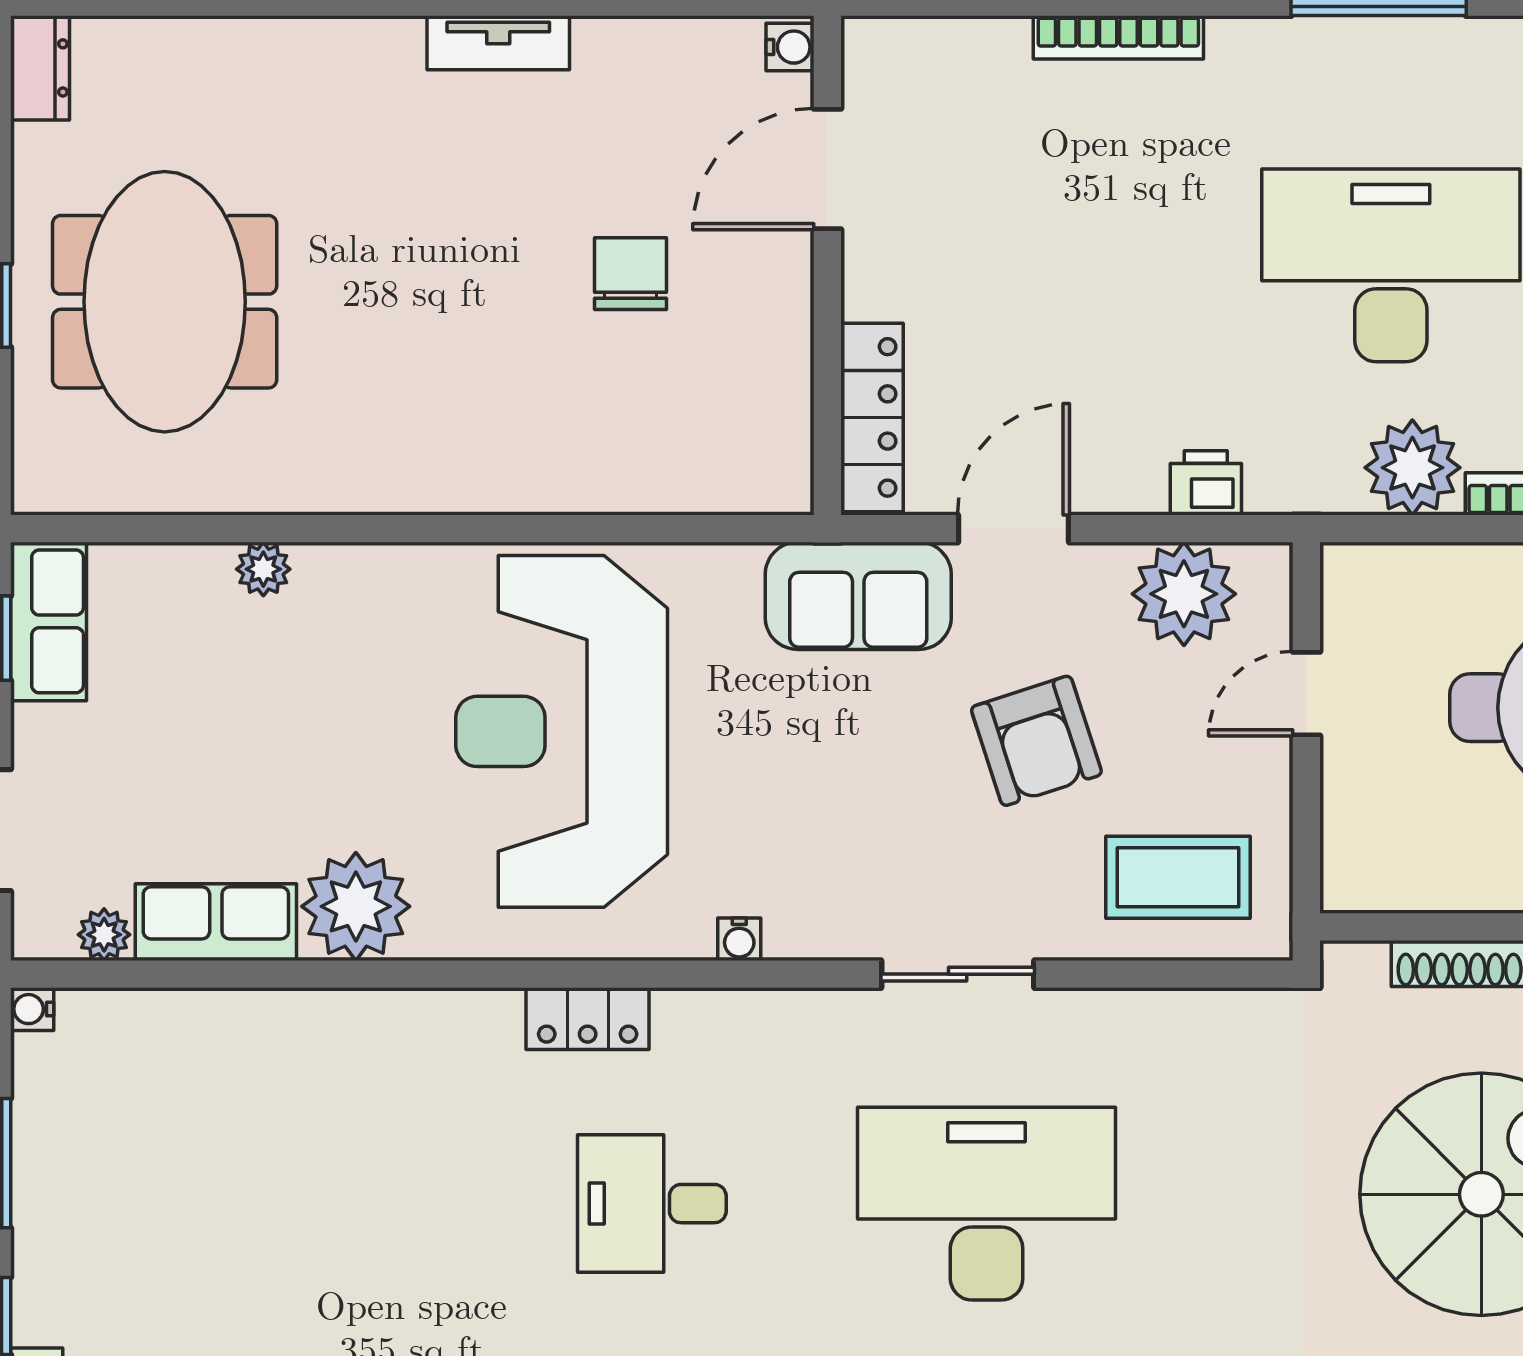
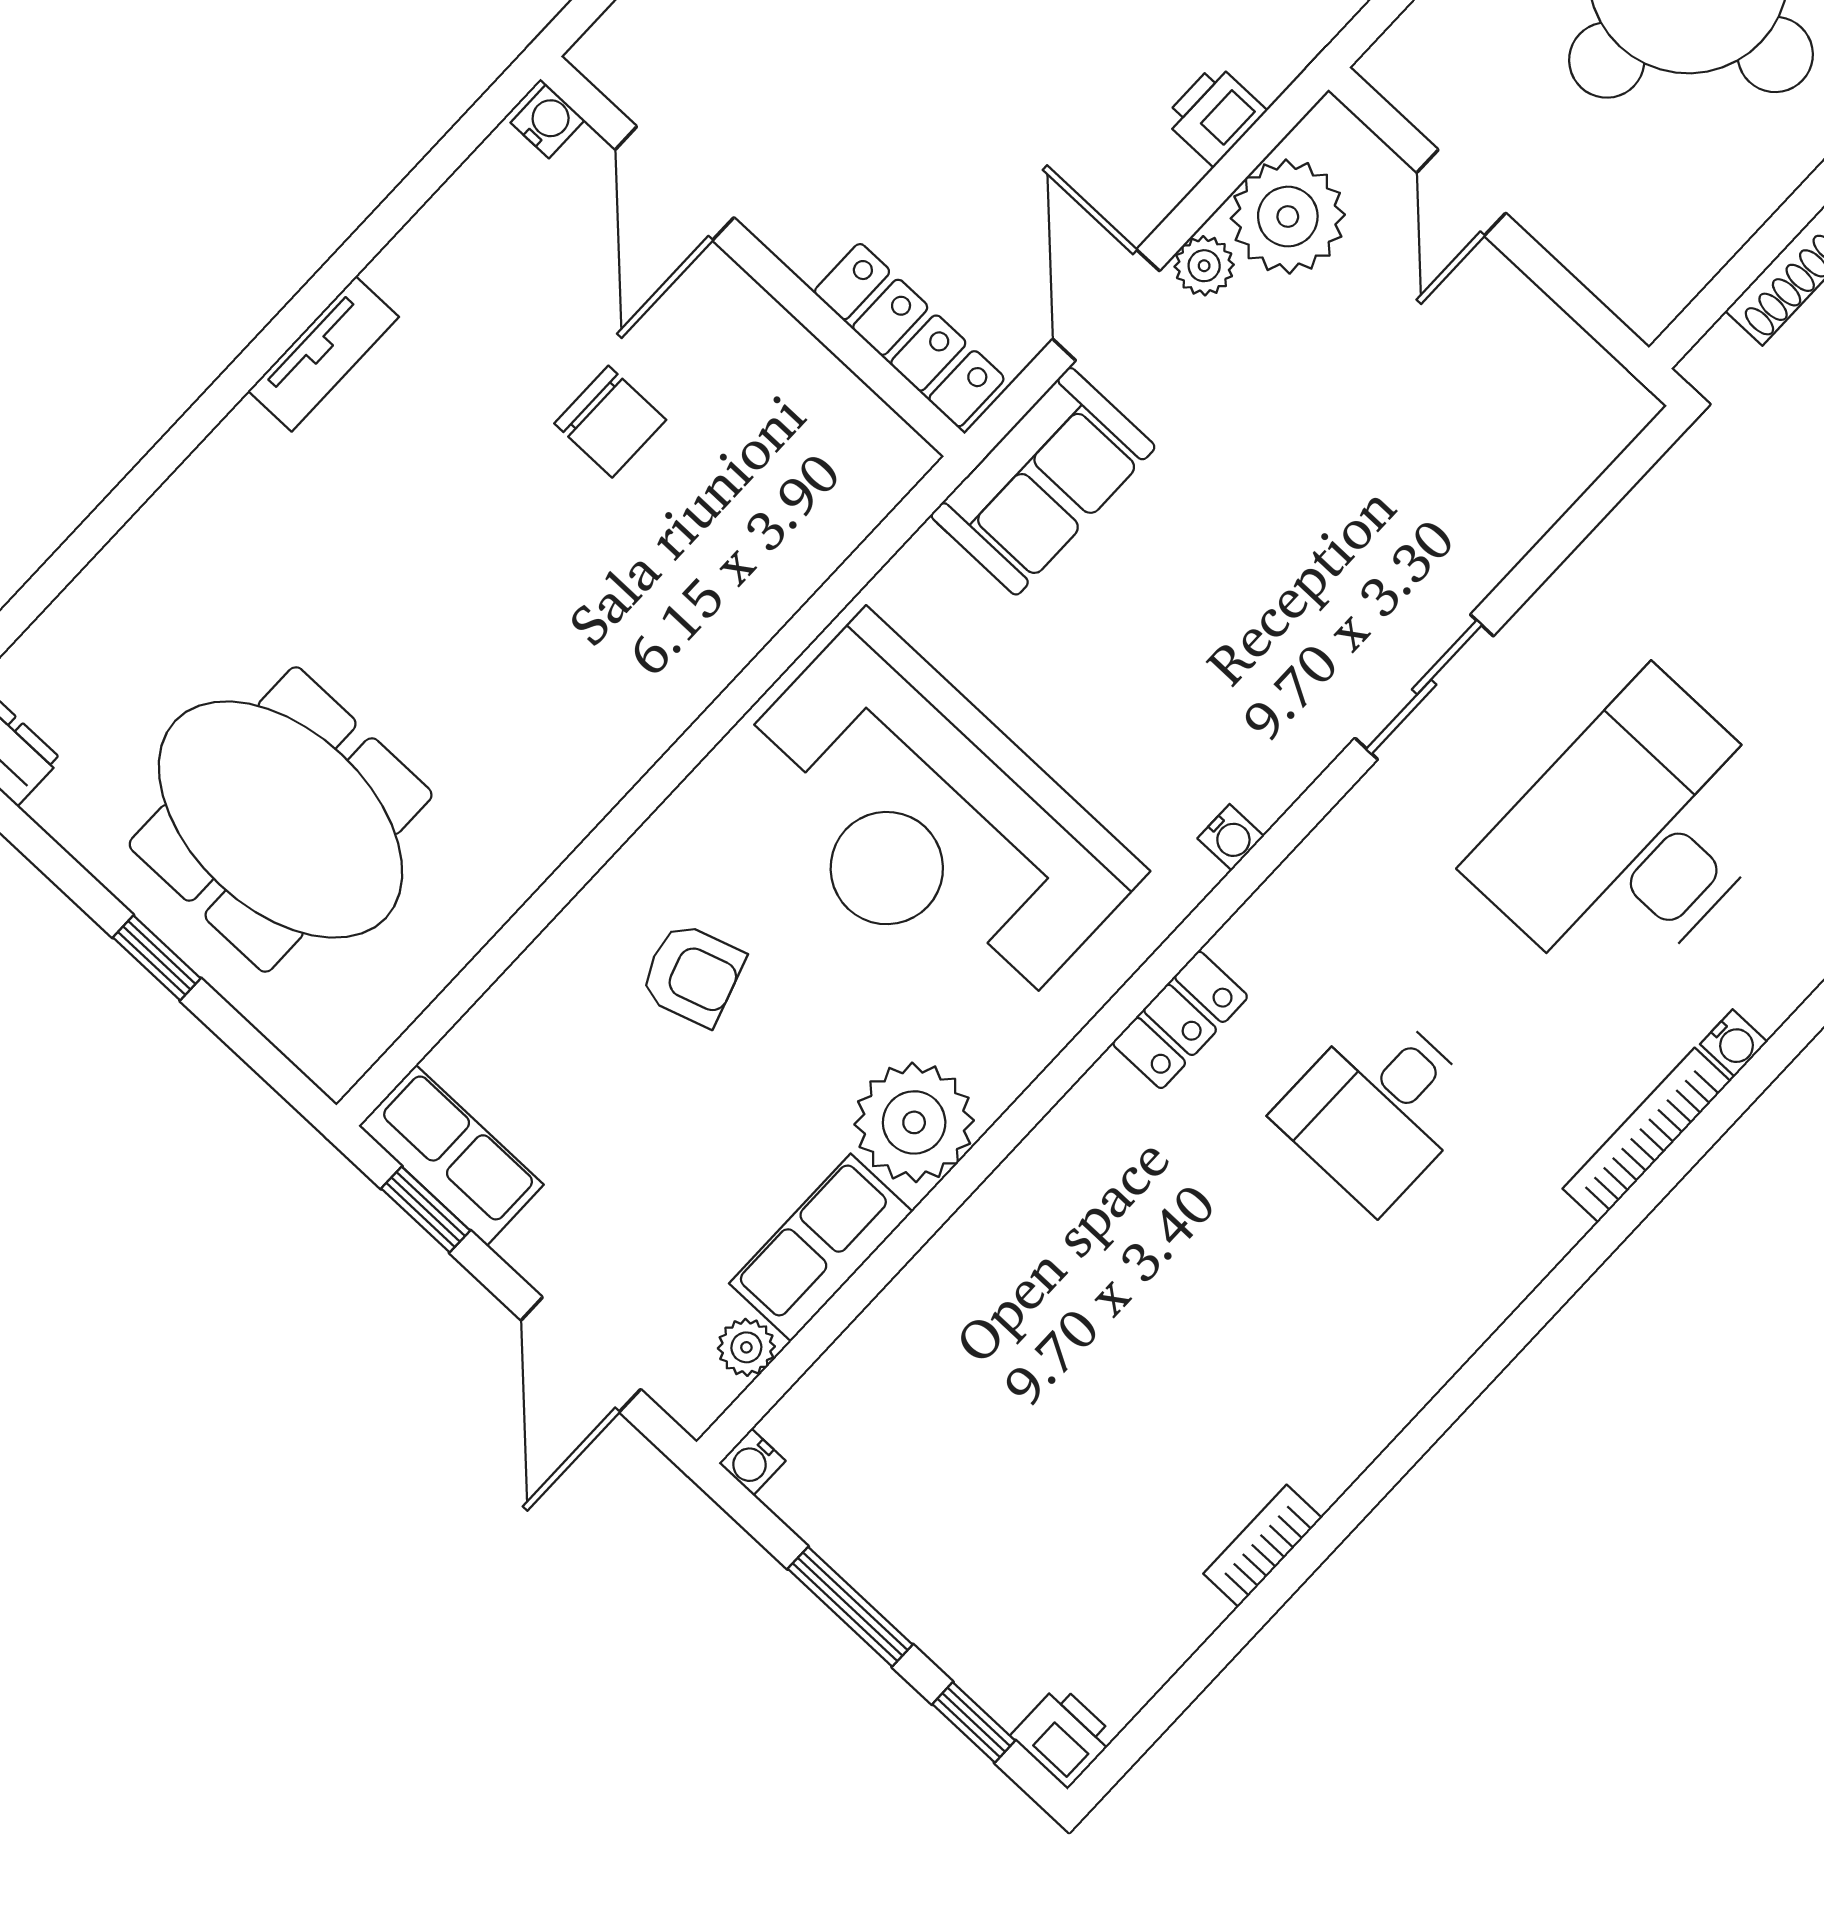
chair: (630, 274) -> (610, 422), turned 180
plant: (263, 569) -> (1204, 266), moved
armchair: (1036, 741) -> (692, 974), moved, width x0.72, depth x0.72
coffee table: (1178, 877) -> (1513, 436), removed

